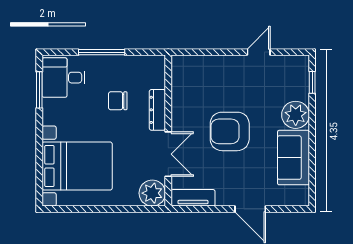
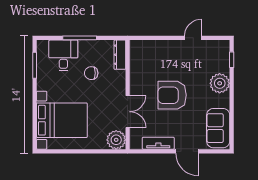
desk: (64, 78) -> (63, 55), moved, turned 90
dresser: (157, 110) -> (120, 55), moved
sofa: (293, 158) -> (218, 128), moved
tv unit: (193, 198) -> (158, 143), moved

